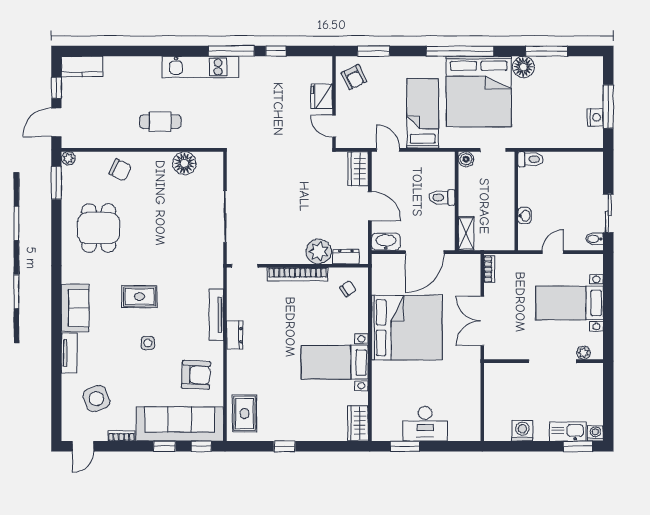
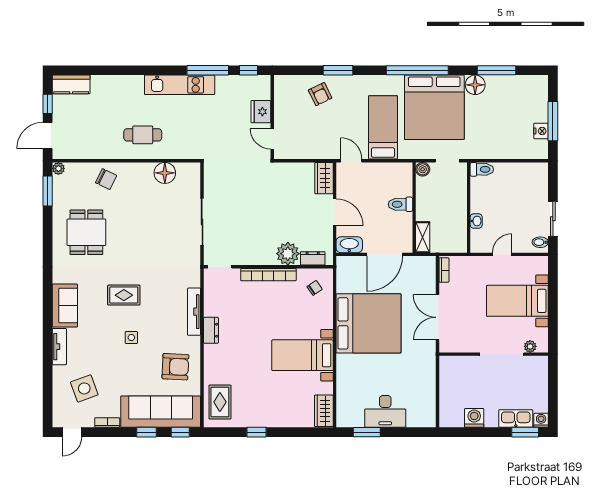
fridge: (322, 96) -> (261, 112), moved
wall: (334, 102) -> (272, 117), moved
door: (334, 126) -> (272, 139), moved

